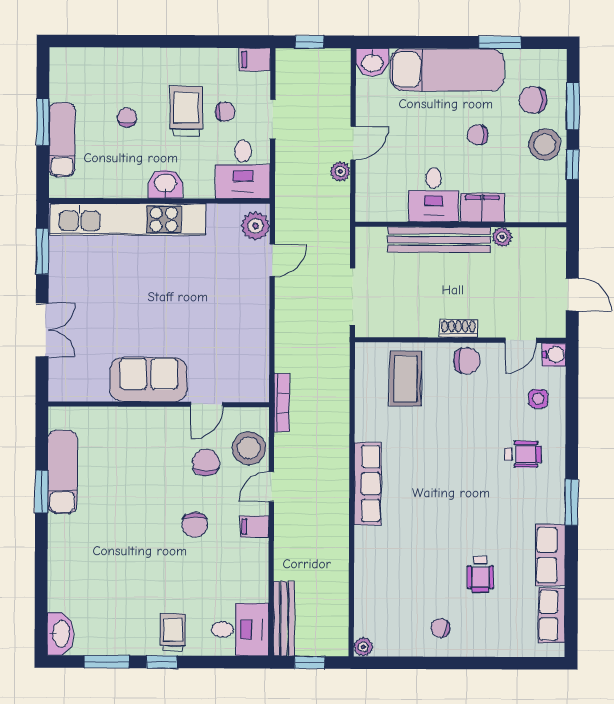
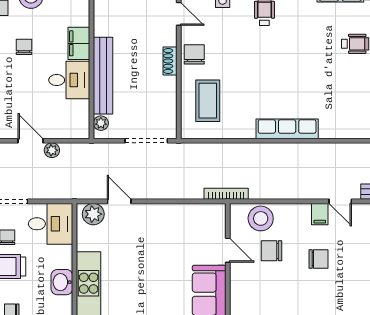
chair: (478, 135) -> (24, 47), turned 180
plant: (502, 237) -> (101, 123), moved
coffee table: (406, 379) -> (208, 101), turned 90
door: (271, 487) -> (340, 201), moved

